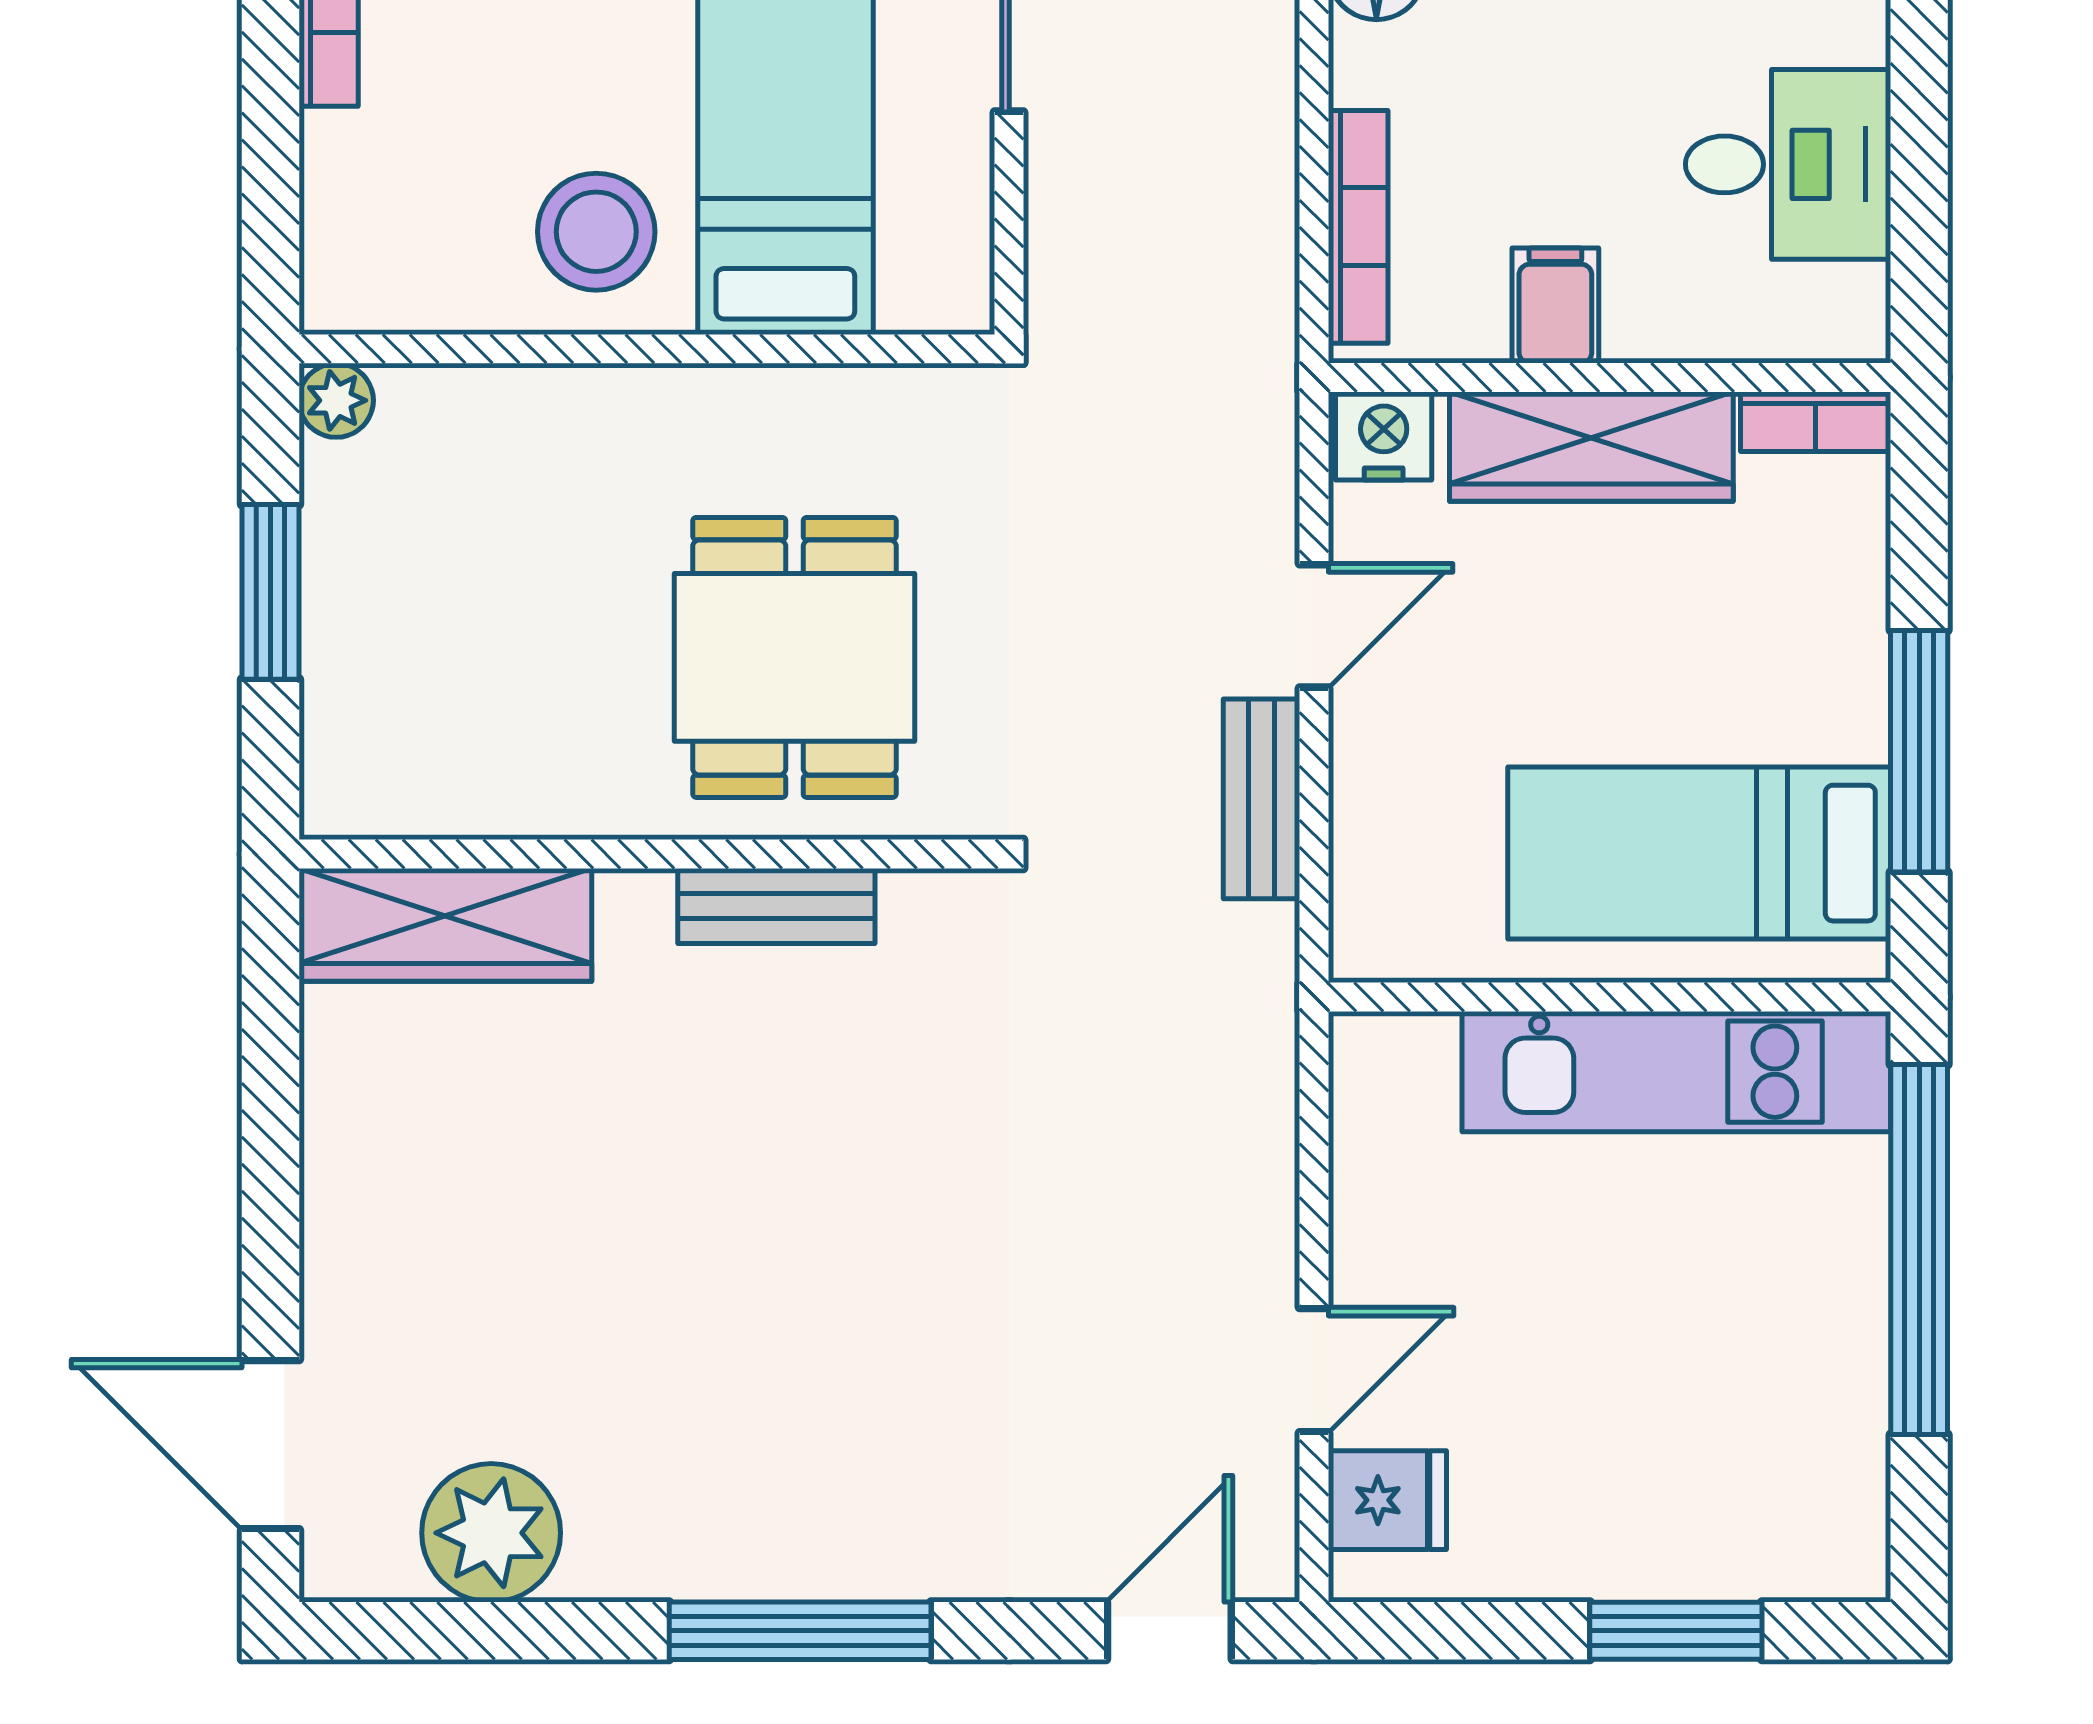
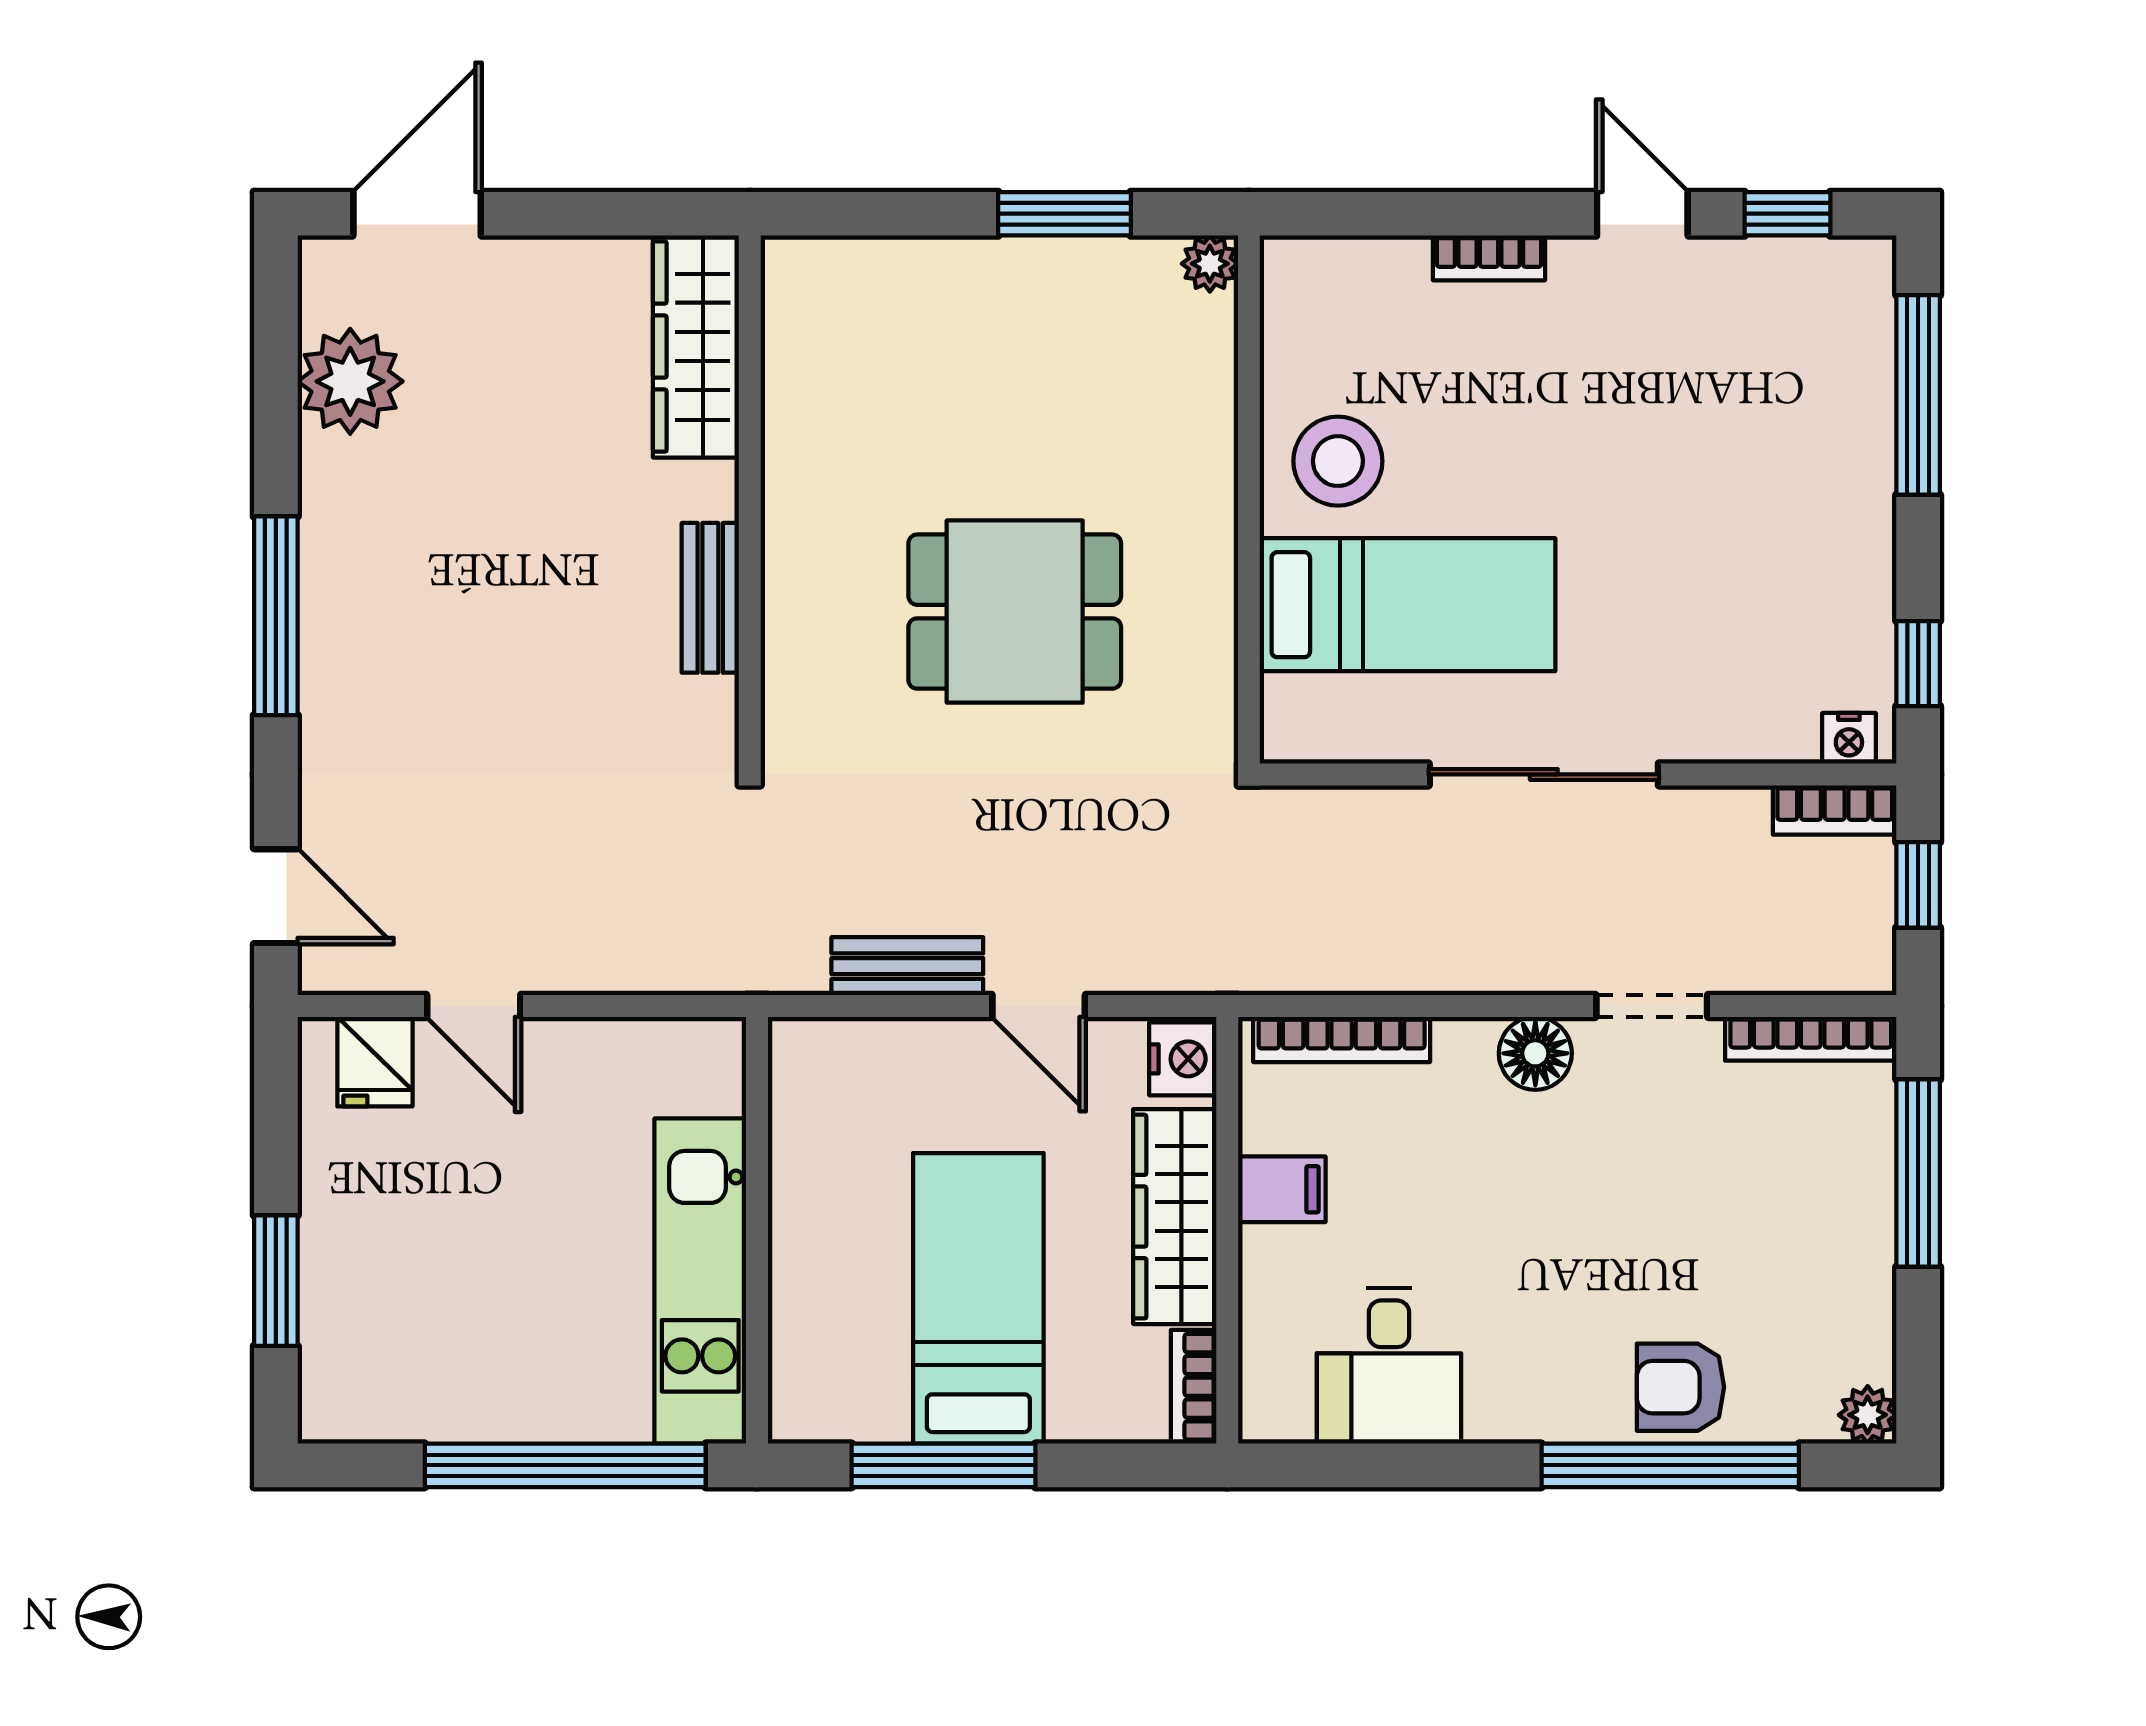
bed: (1699, 853) -> (978, 1298), moved
wall: (647, 854) -> (750, 500), moved
bench: (776, 906) -> (710, 598), moved
wardrobe: (445, 925) -> (696, 347), moved

